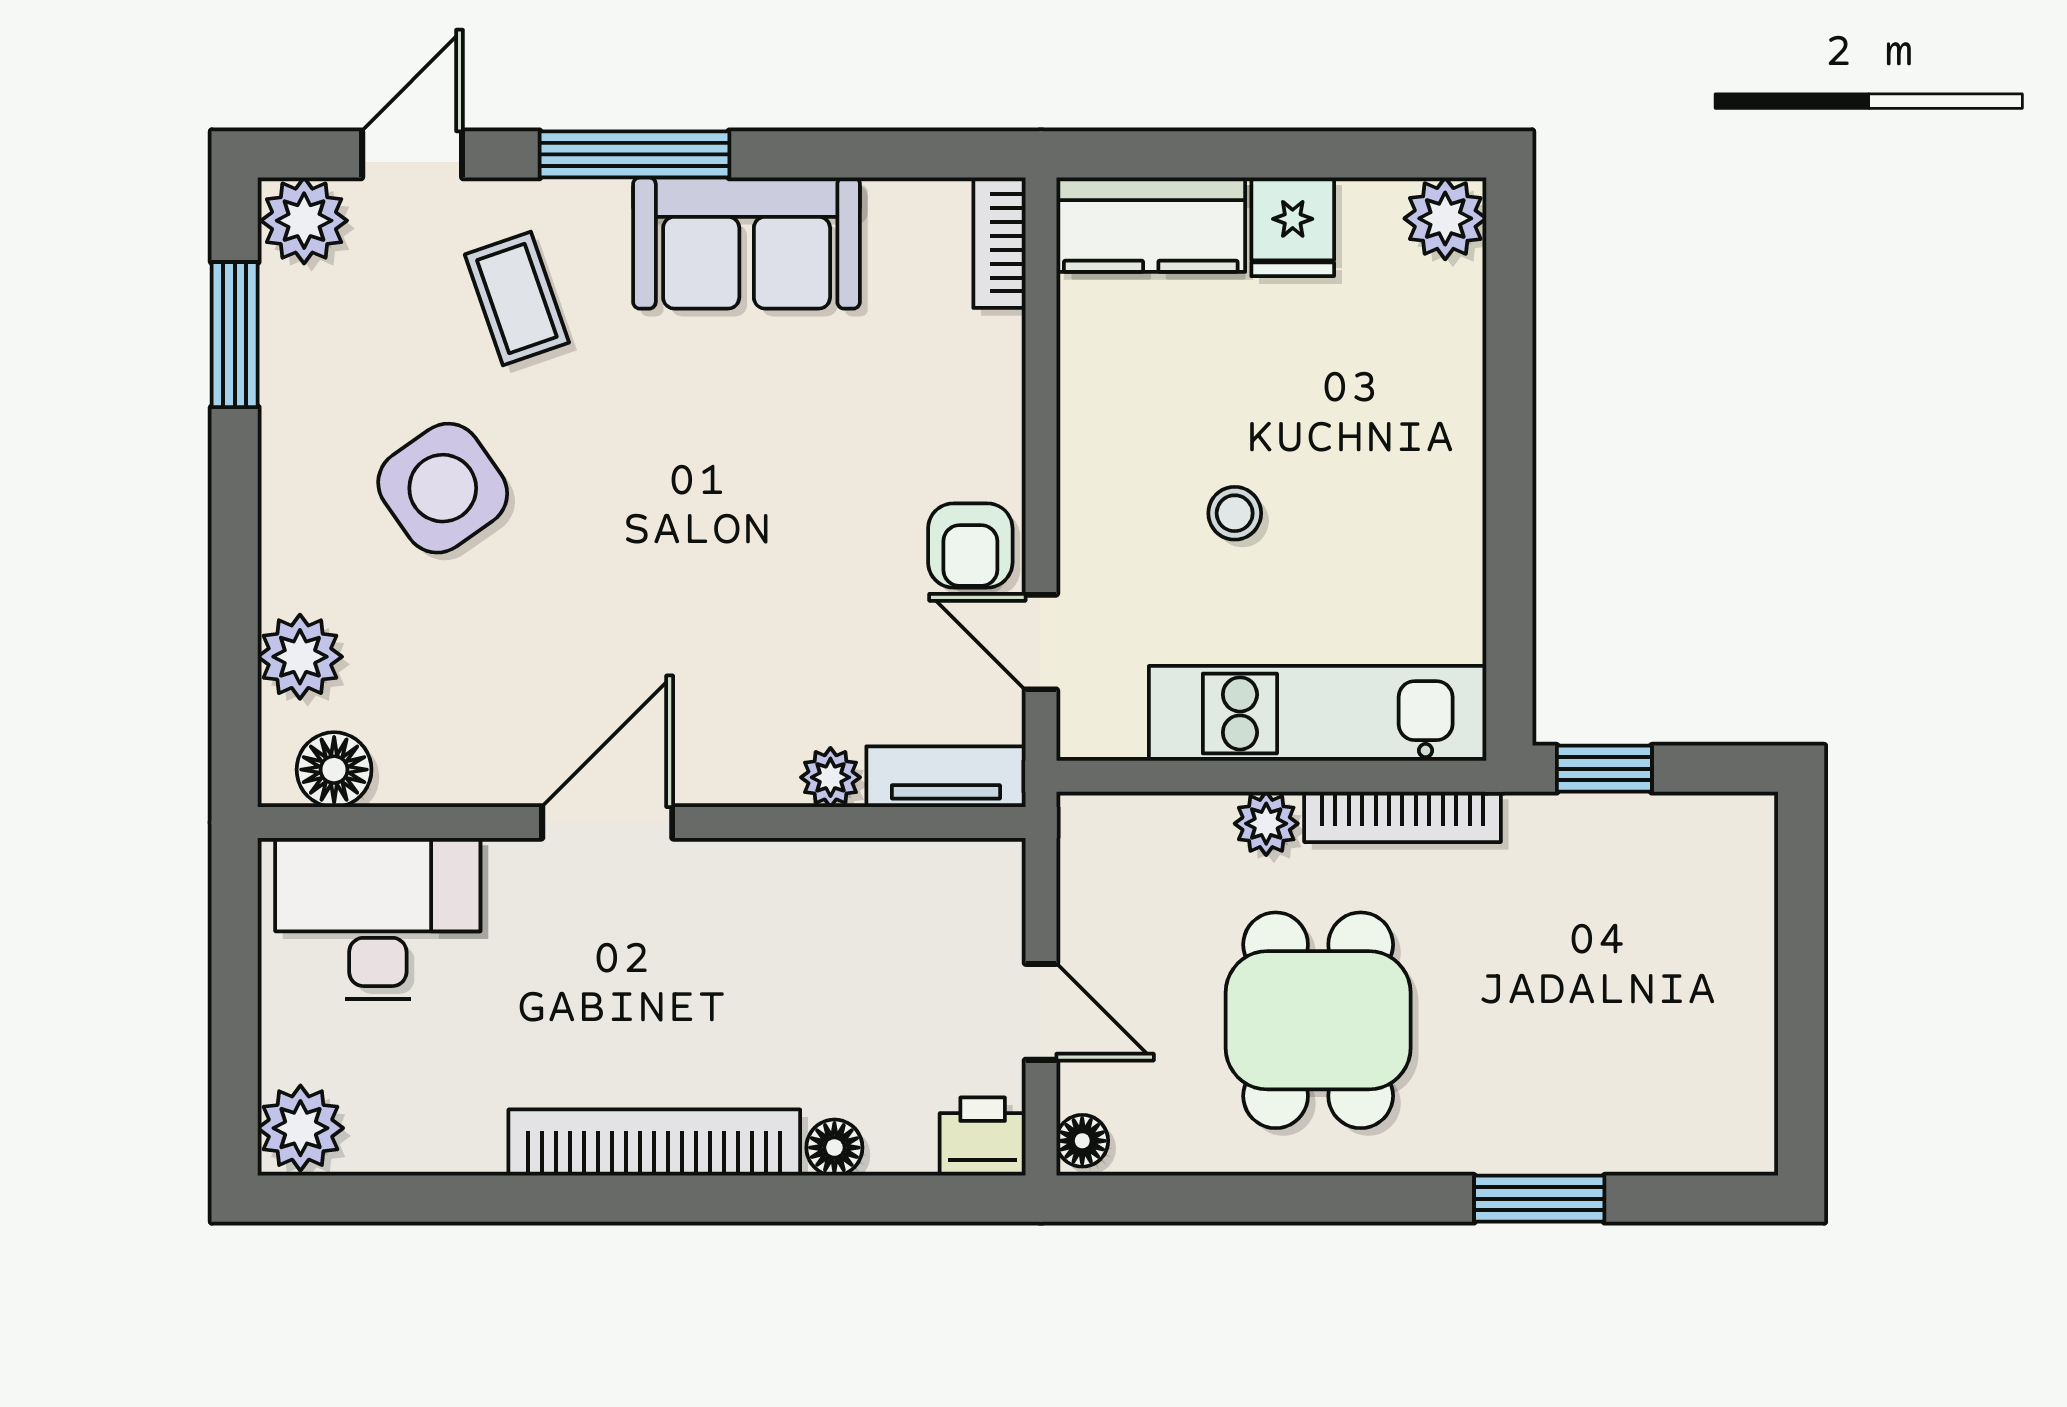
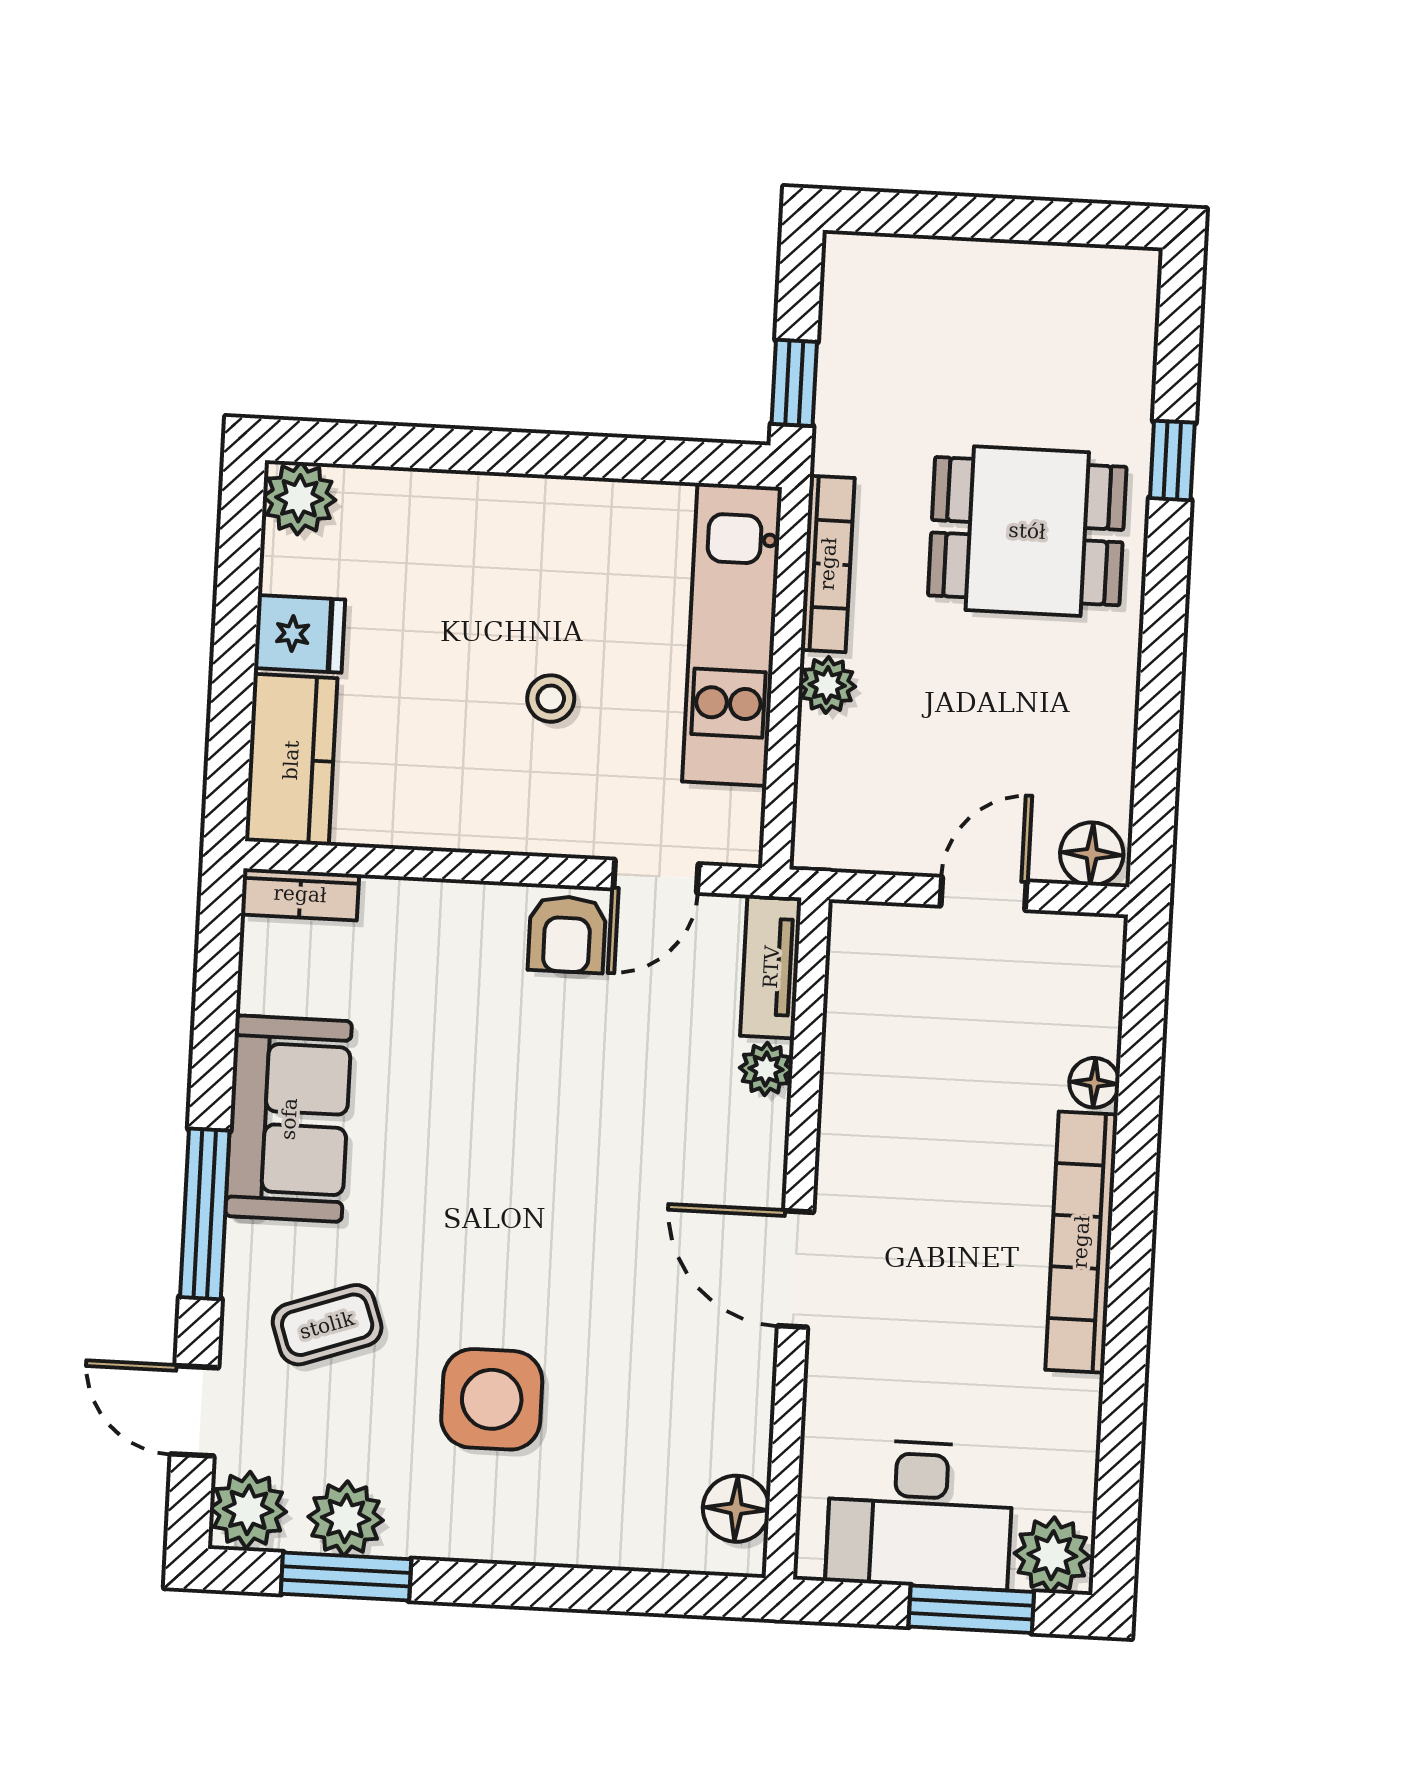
side table: (443, 488) -> (492, 1399), turned 35
armchair: (970, 545) -> (567, 934), turned 90
plant: (300, 657) -> (346, 1518), moved
desk: (378, 918) -> (920, 1514), moved, turned -90
dining table: (1318, 1020) -> (1027, 531), moved
window: (235, 1040) -> (971, 1609), added
printer: (983, 1137) -> (1091, 951), removed
floor lamp: (1082, 1141) -> (1092, 854), width x1.37, depth x1.37
window: (1539, 1199) -> (1172, 460), width x0.67

